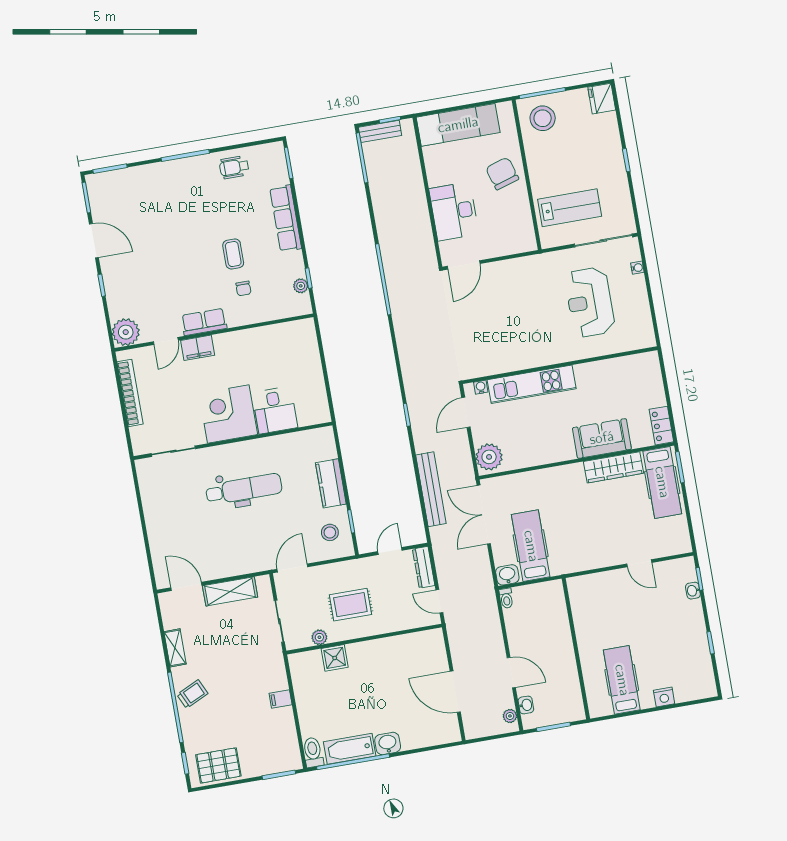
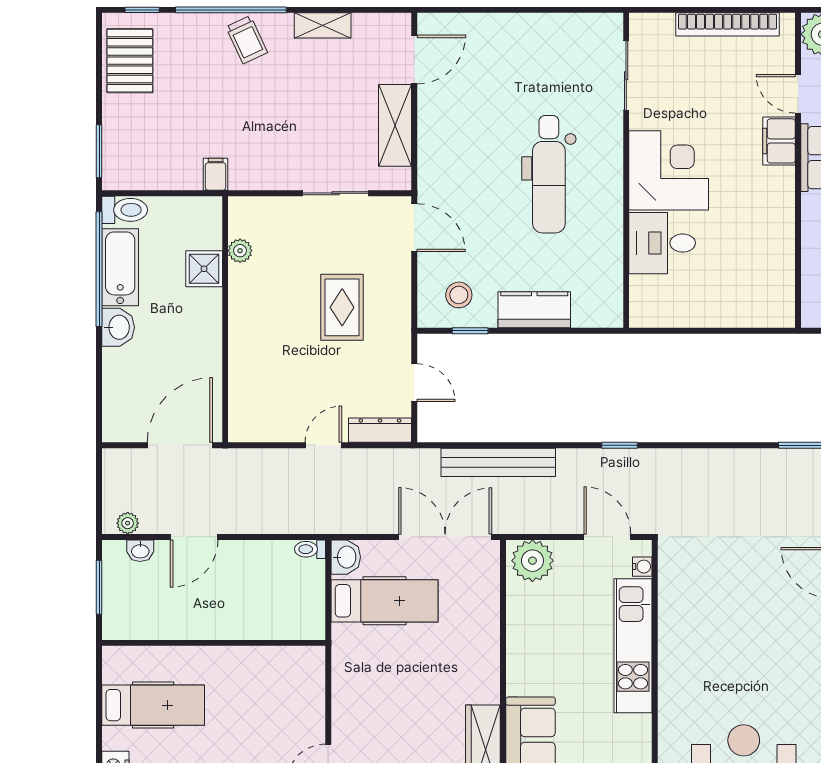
plant: (319, 637) -> (240, 251), moved
wall: (364, 639) -> (225, 319), moved
shower: (335, 658) -> (204, 269), moved

